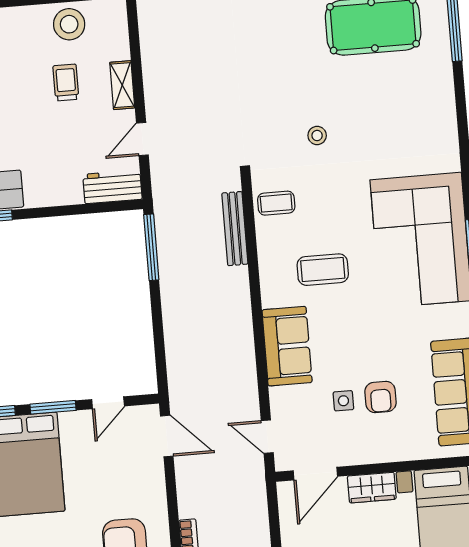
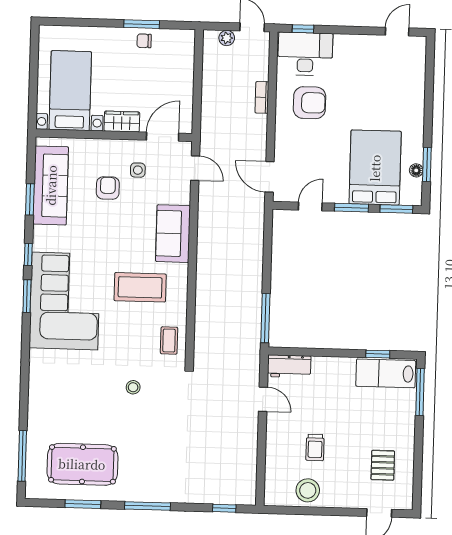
shelving: (122, 85) -> (273, 441), removed
door: (142, 139) -> (263, 399), hinge flipped
coffee table: (276, 203) -> (169, 340), turned 90
bench: (235, 229) -> (202, 325), removed
coffee table: (323, 270) -> (140, 287), width x1.36, depth x1.32
side table: (343, 401) -> (138, 170), moved

